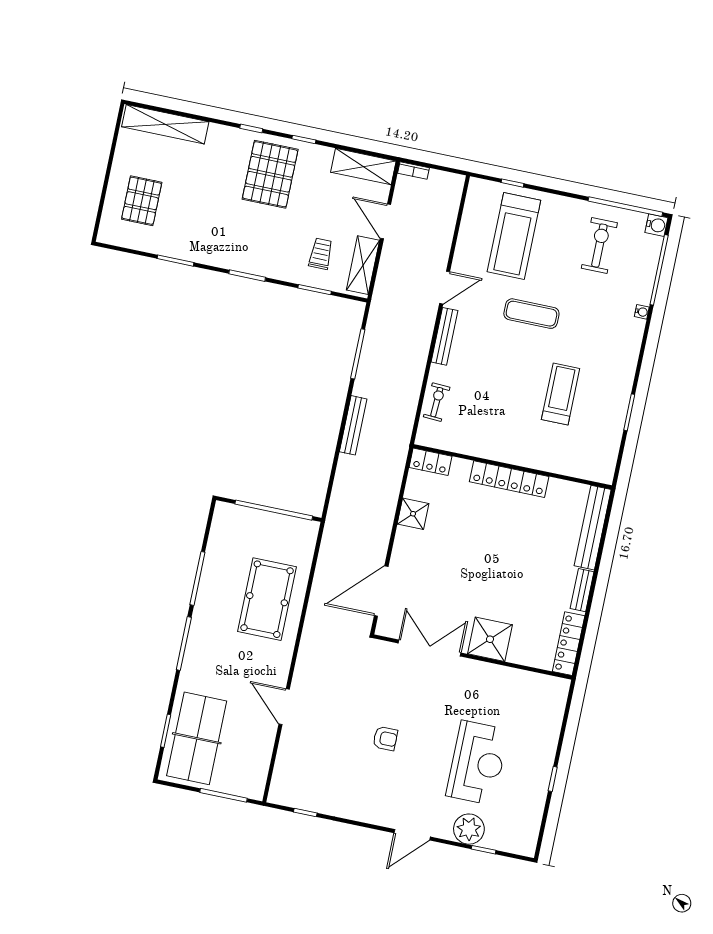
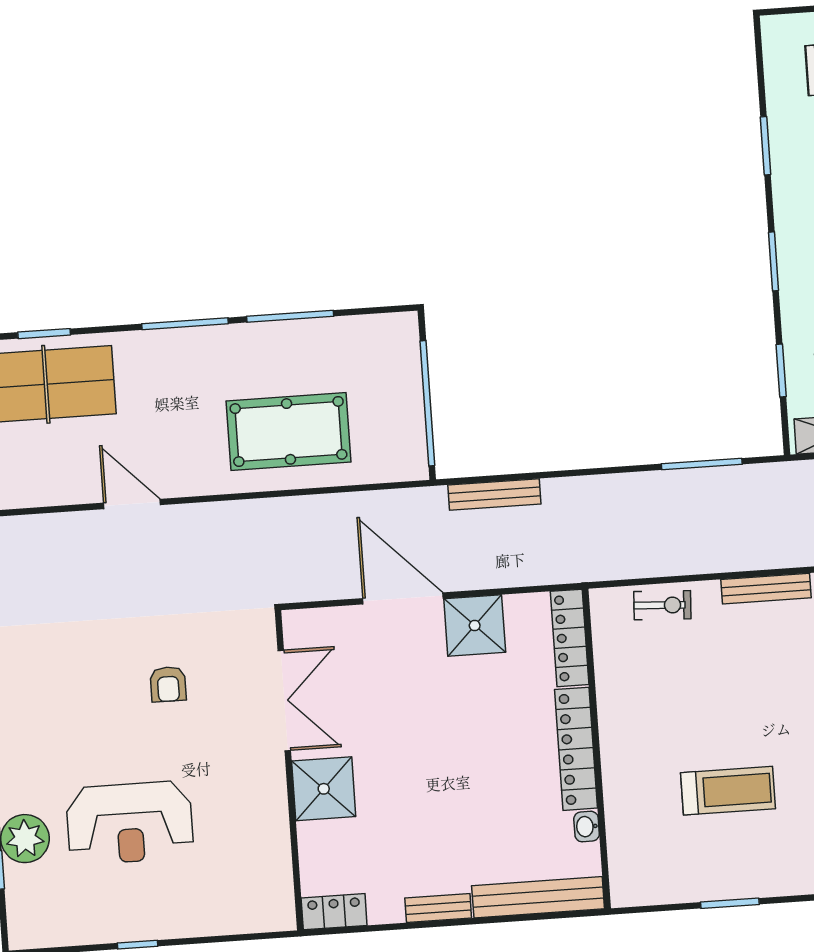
bench: (353, 425) -> (494, 495), moved
locker: (430, 462) -> (570, 638), width x1.53
washbasin: (558, 486) -> (587, 827), added
shower: (413, 514) -> (475, 626), width x1.36, depth x1.36
door: (381, 591) -> (403, 598), moved
locker: (569, 644) -> (334, 912), width x0.66
door: (284, 707) -> (132, 504), hinge flipped
armchair: (385, 738) -> (168, 684), moved

